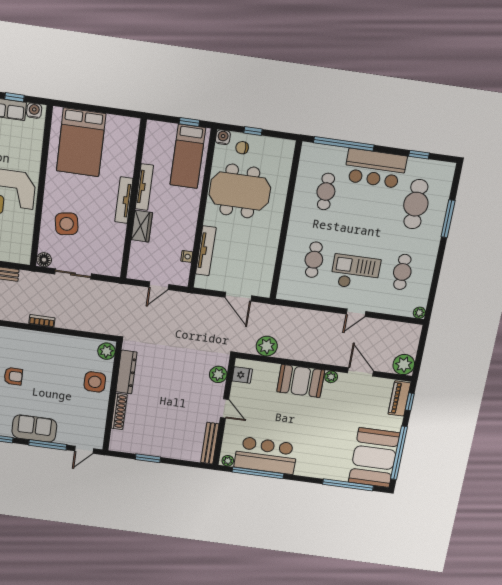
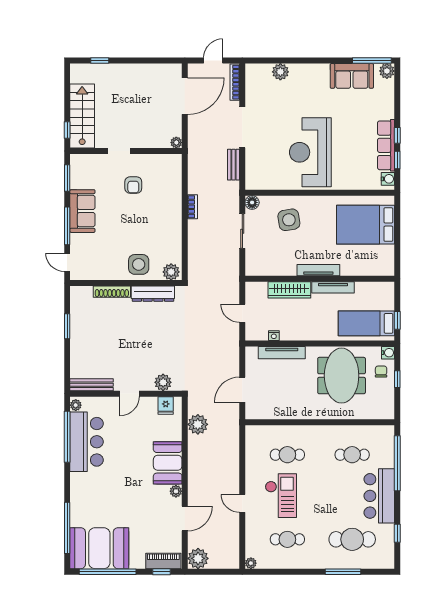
wardrobe: (142, 226) -> (289, 290), width x1.50

